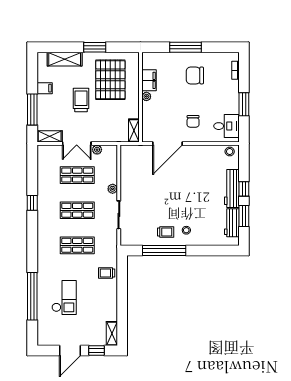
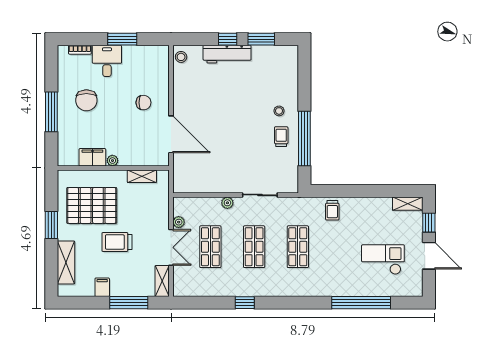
desk: (226, 126) -> (107, 61), moved
shelving: (134, 130) -> (142, 176), moved
workbench: (232, 223) -> (270, 54), removed
checkout: (64, 297) -> (383, 260), moved

